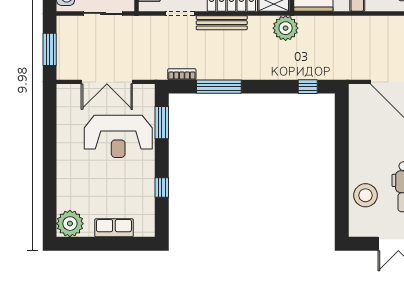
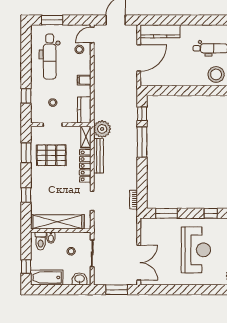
bench: (222, 23) -> (98, 156), moved
double door: (107, 82) -> (139, 263), moved
window: (219, 87) -> (142, 142), moved
reception desk: (118, 136) -> (196, 250), moved

